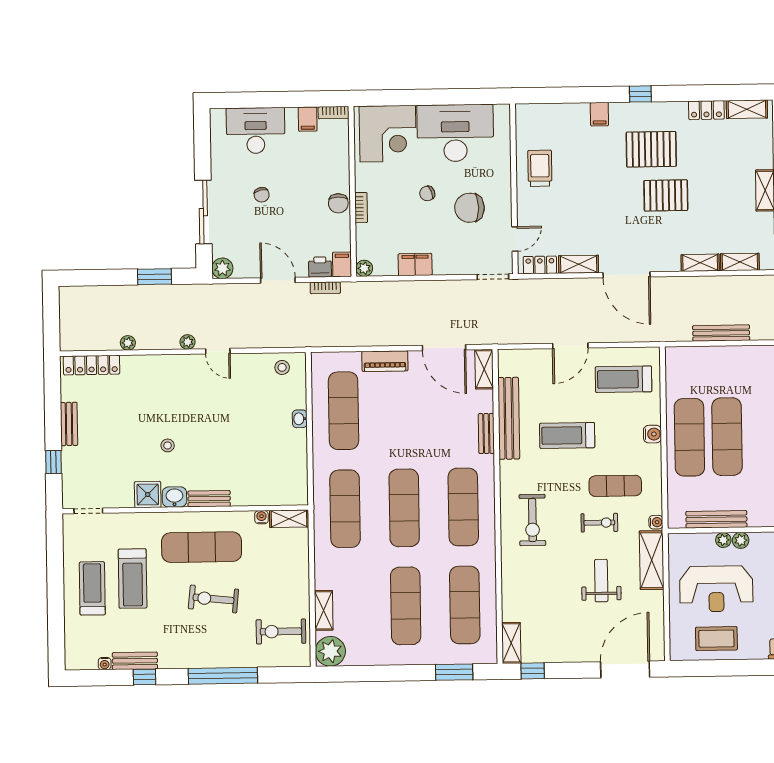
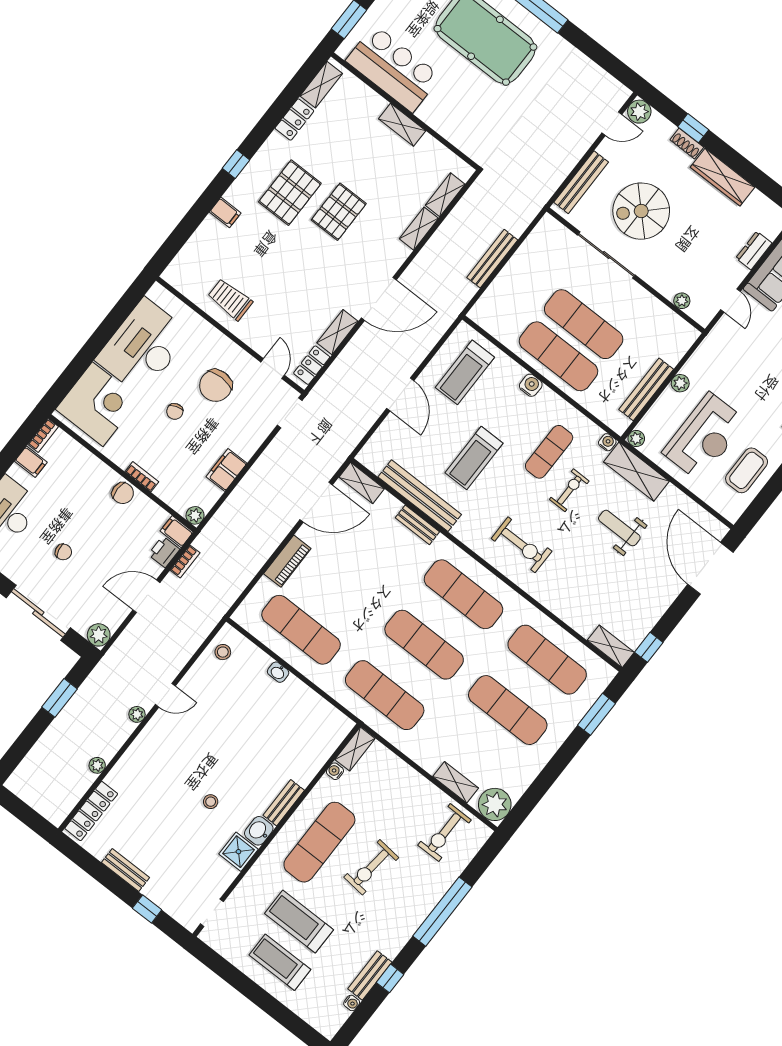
plant: (723, 540) -> (636, 439), moved
treadmill: (133, 579) -> (299, 922), turned 180

